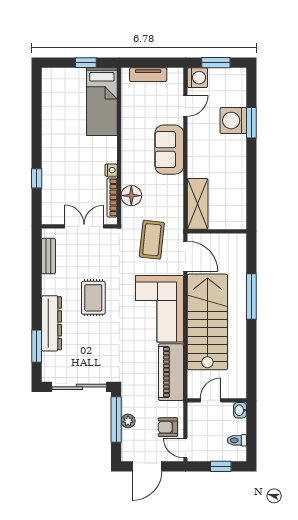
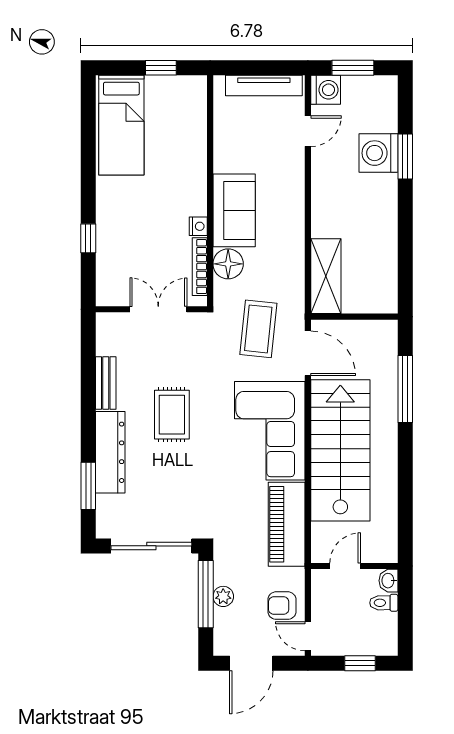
tv unit: (148, 75) -> (264, 85), width x1.41
bed: (102, 102) -> (121, 125), moved
sofa: (169, 150) -> (234, 210), moved, turned 180
bench: (48, 256) -> (106, 383), moved
window: (251, 296) -> (405, 389), moved
toilet: (237, 440) -> (384, 603), moved

